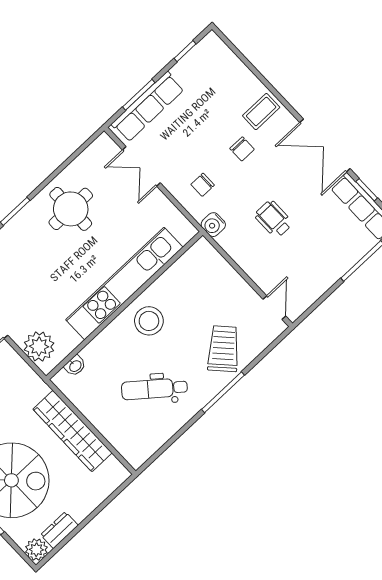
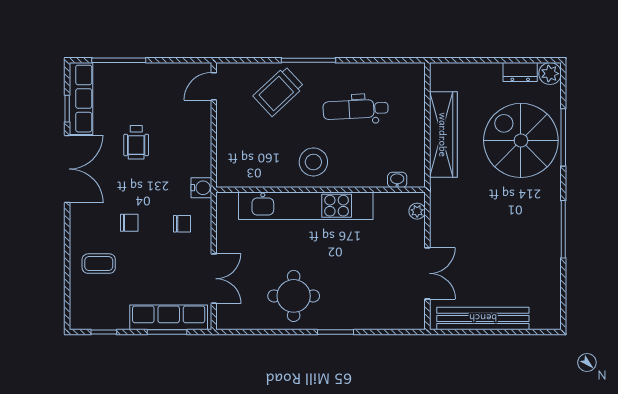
coffee table: (261, 112) -> (99, 264), moved
chair: (242, 149) -> (129, 223), turned 90
wheelchair: (274, 219) -> (136, 142), moved
plant: (39, 346) -> (417, 211), width x0.53, depth x0.53
dental chair: (154, 389) -> (356, 109), turned 138

